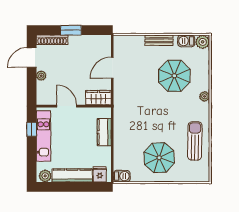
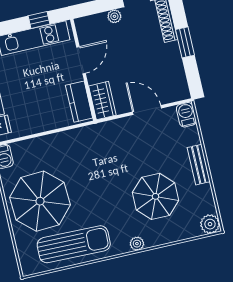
barbecue: (186, 41) -> (186, 115), moved
kitchen counter: (104, 132) -> (79, 102), moved, turned -90
sun lounger: (195, 141) -> (74, 244), width x1.36, depth x1.34
parasol: (159, 158) -> (40, 201), width x1.36, depth x1.36

